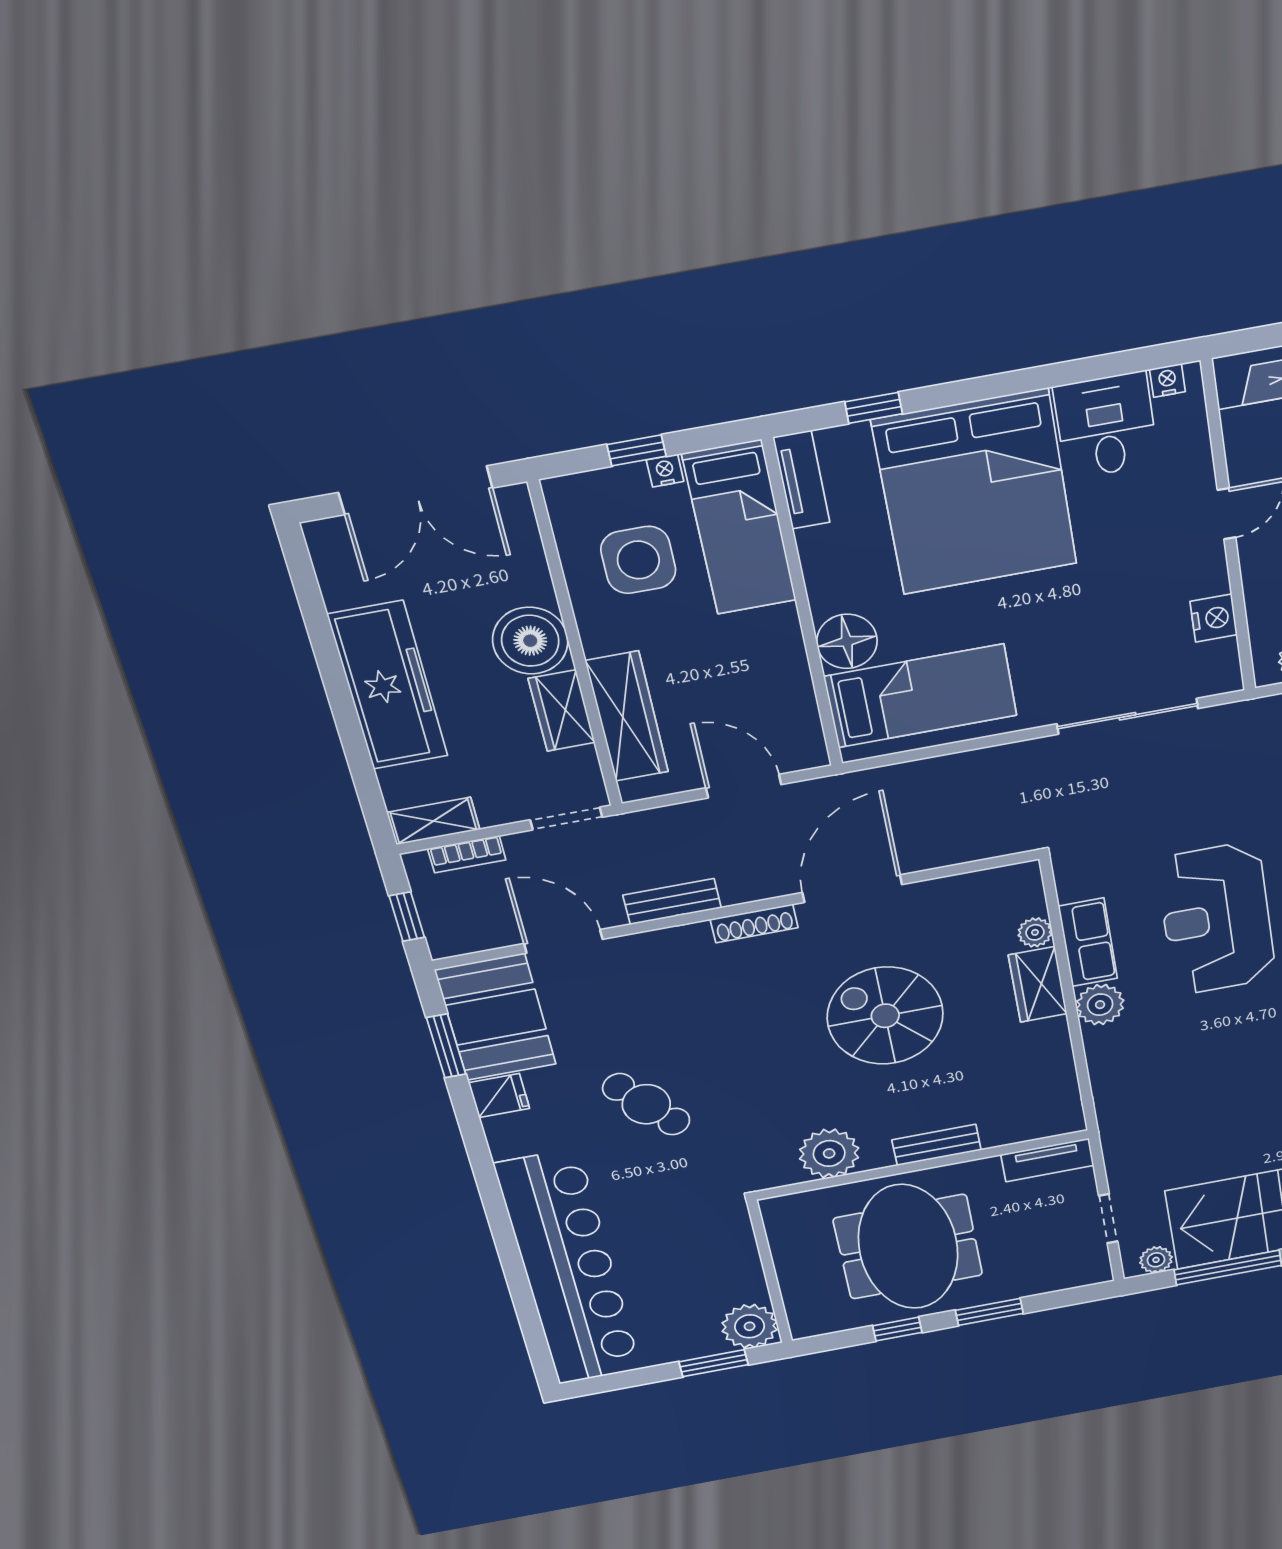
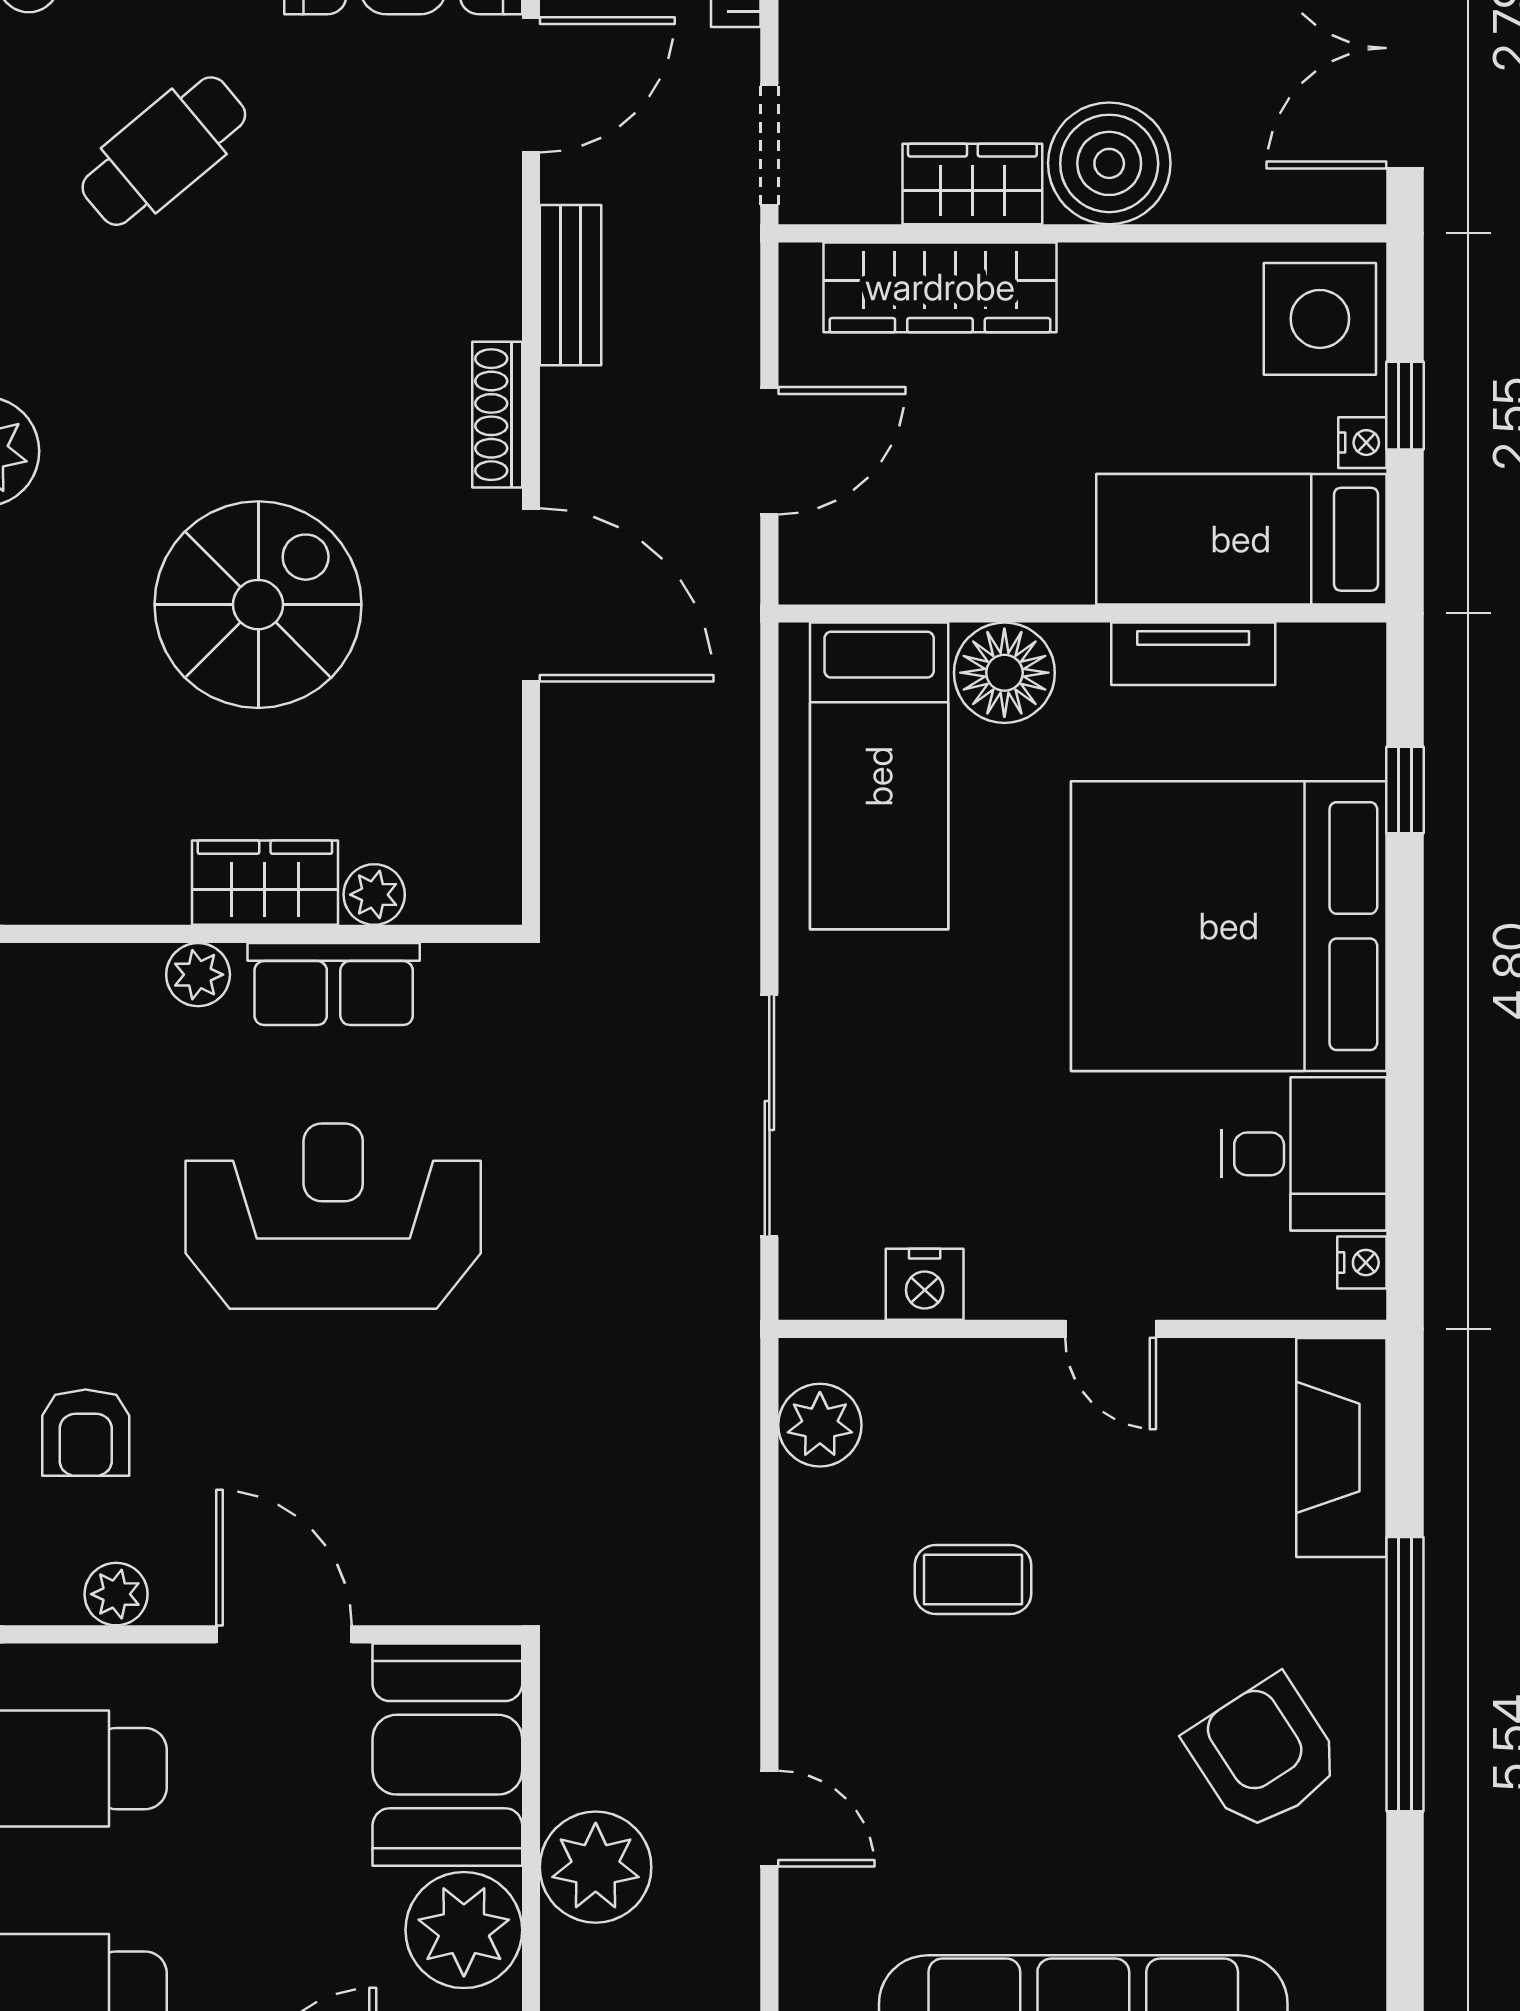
tv unit: (802, 480) -> (1193, 654), moved
side table: (638, 560) -> (1320, 319), moved
plant: (1100, 1005) -> (198, 975), width x0.73, depth x0.73

